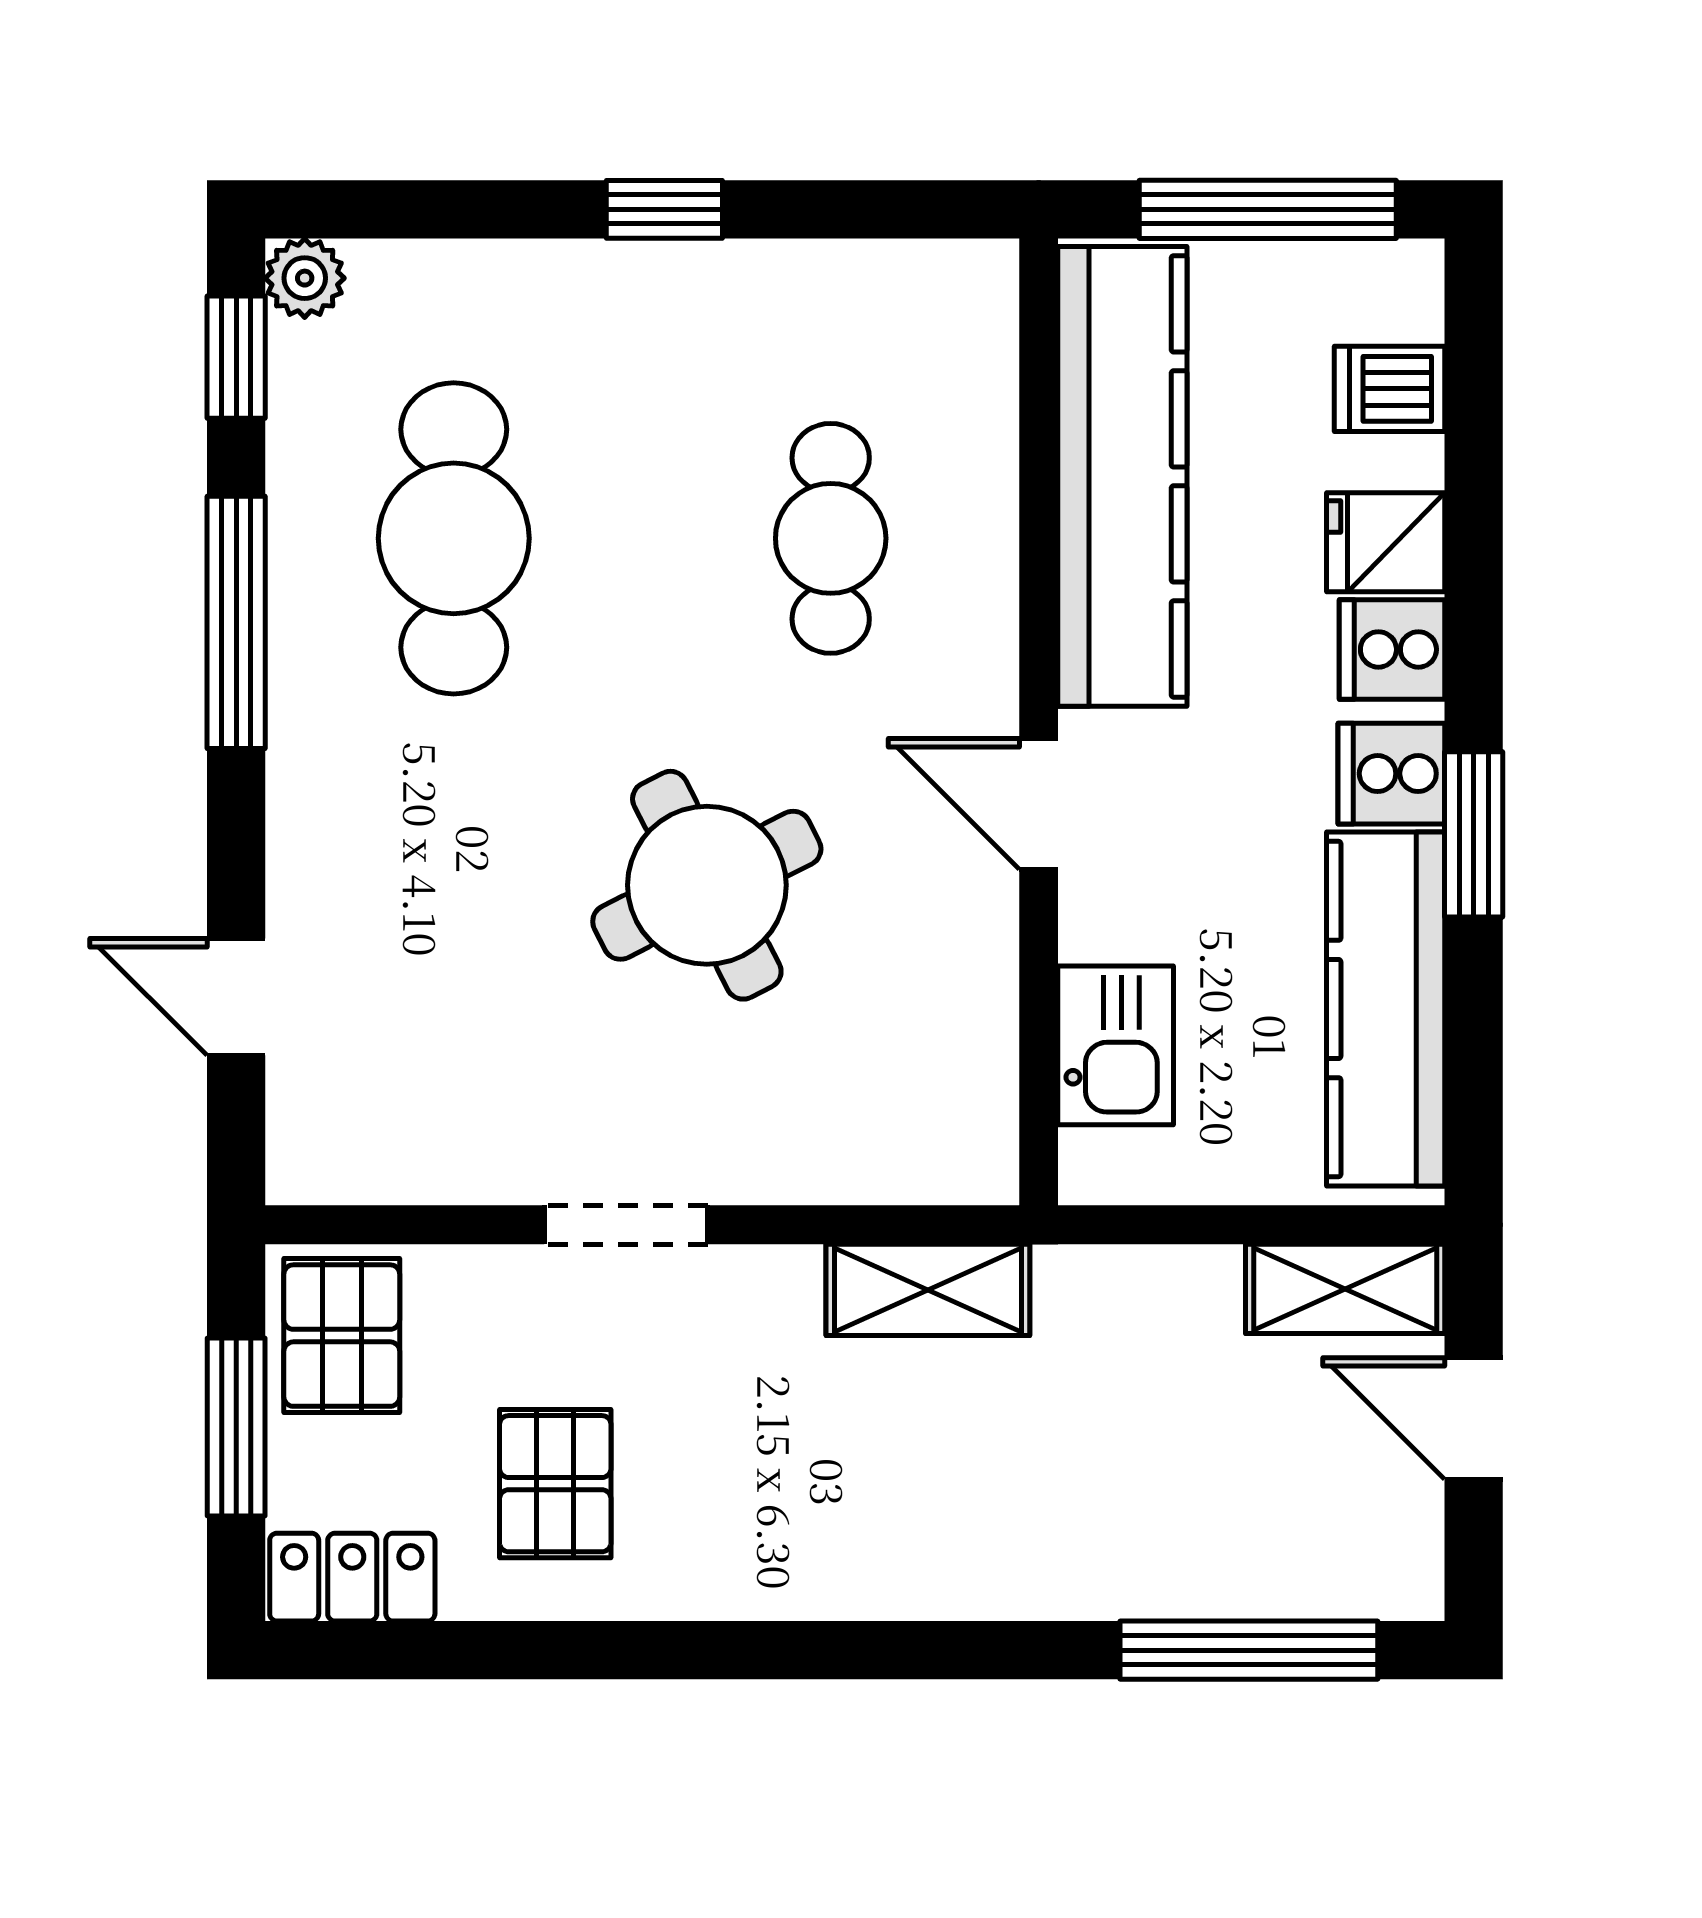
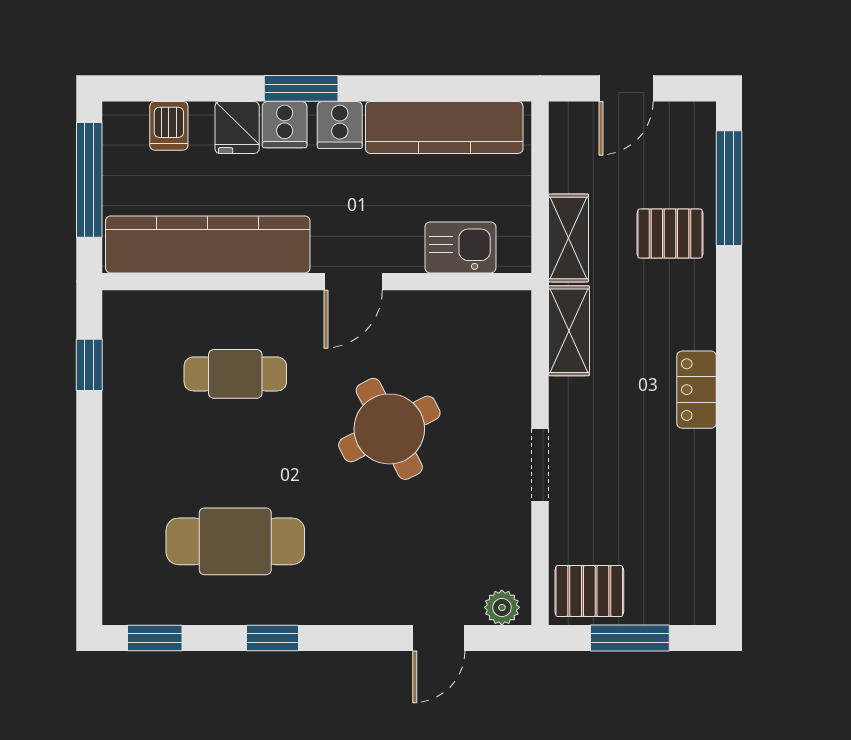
window: (664, 209) -> (89, 365), moved
plant: (305, 278) -> (502, 607), moved
window: (236, 622) -> (273, 638), width x0.46
window: (1474, 834) -> (301, 88), moved
shelving: (1345, 1289) -> (569, 238), moved
pallet: (555, 1484) -> (670, 233), moved
locker: (352, 1577) -> (697, 390), moved

